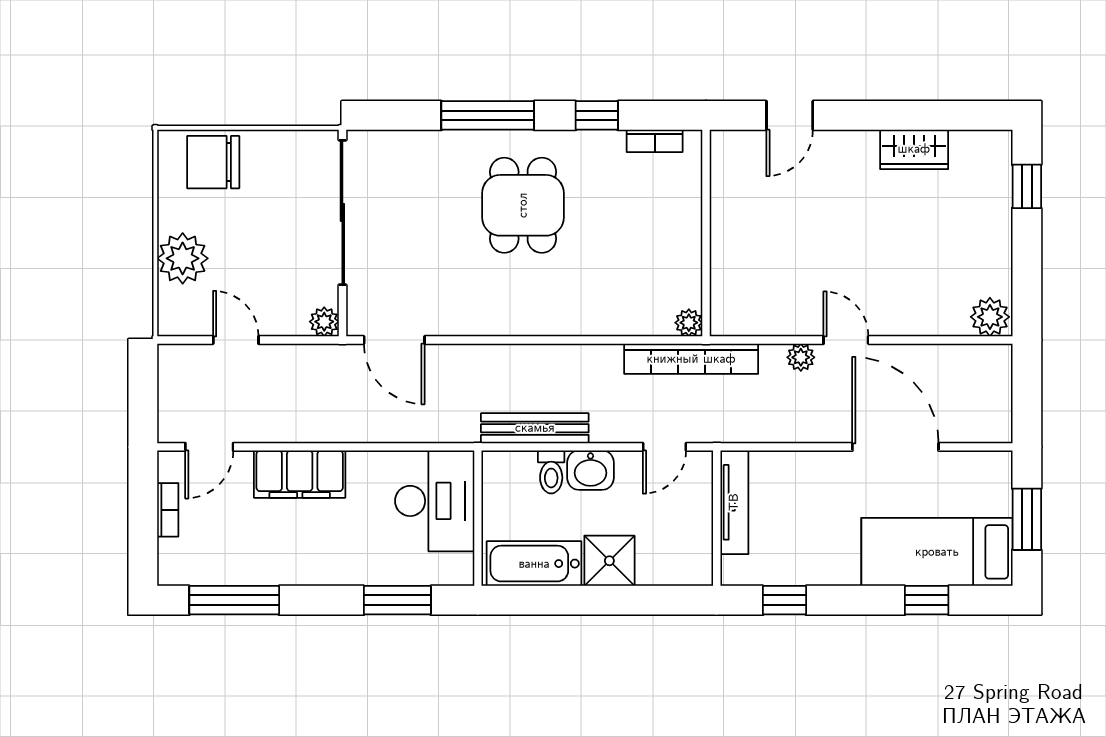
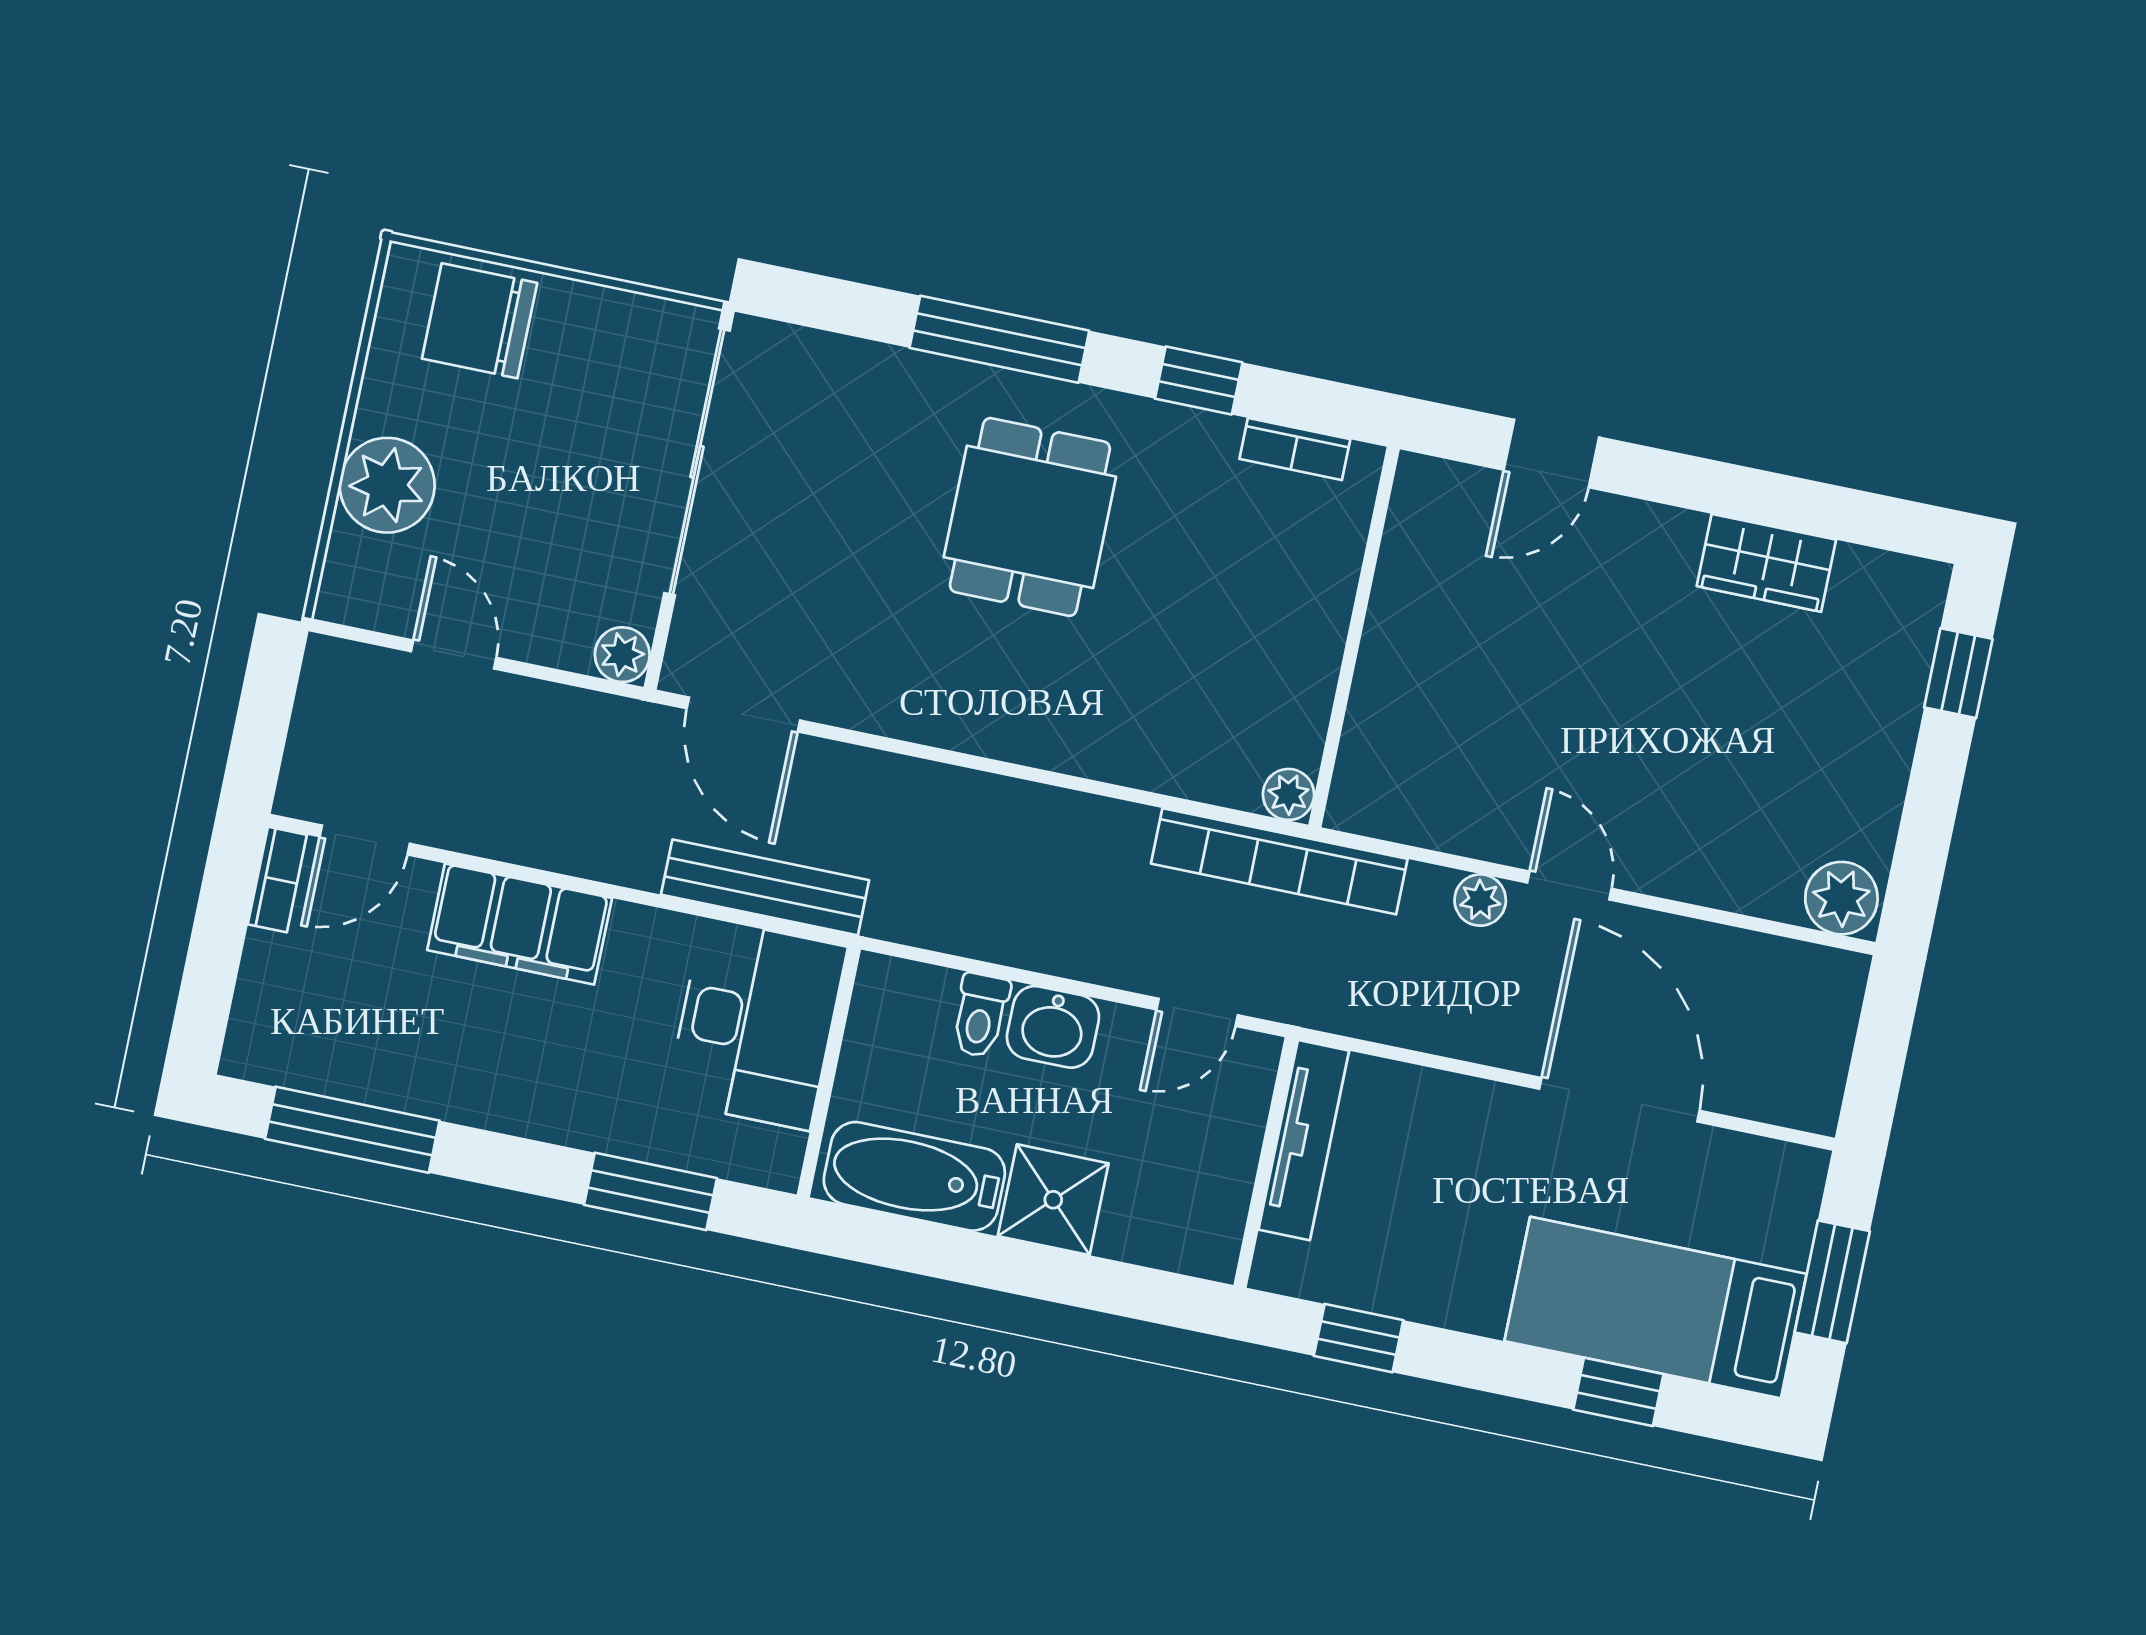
bench: (535, 428) -> (765, 887), moved
bookcase: (168, 510) -> (277, 880), moved

